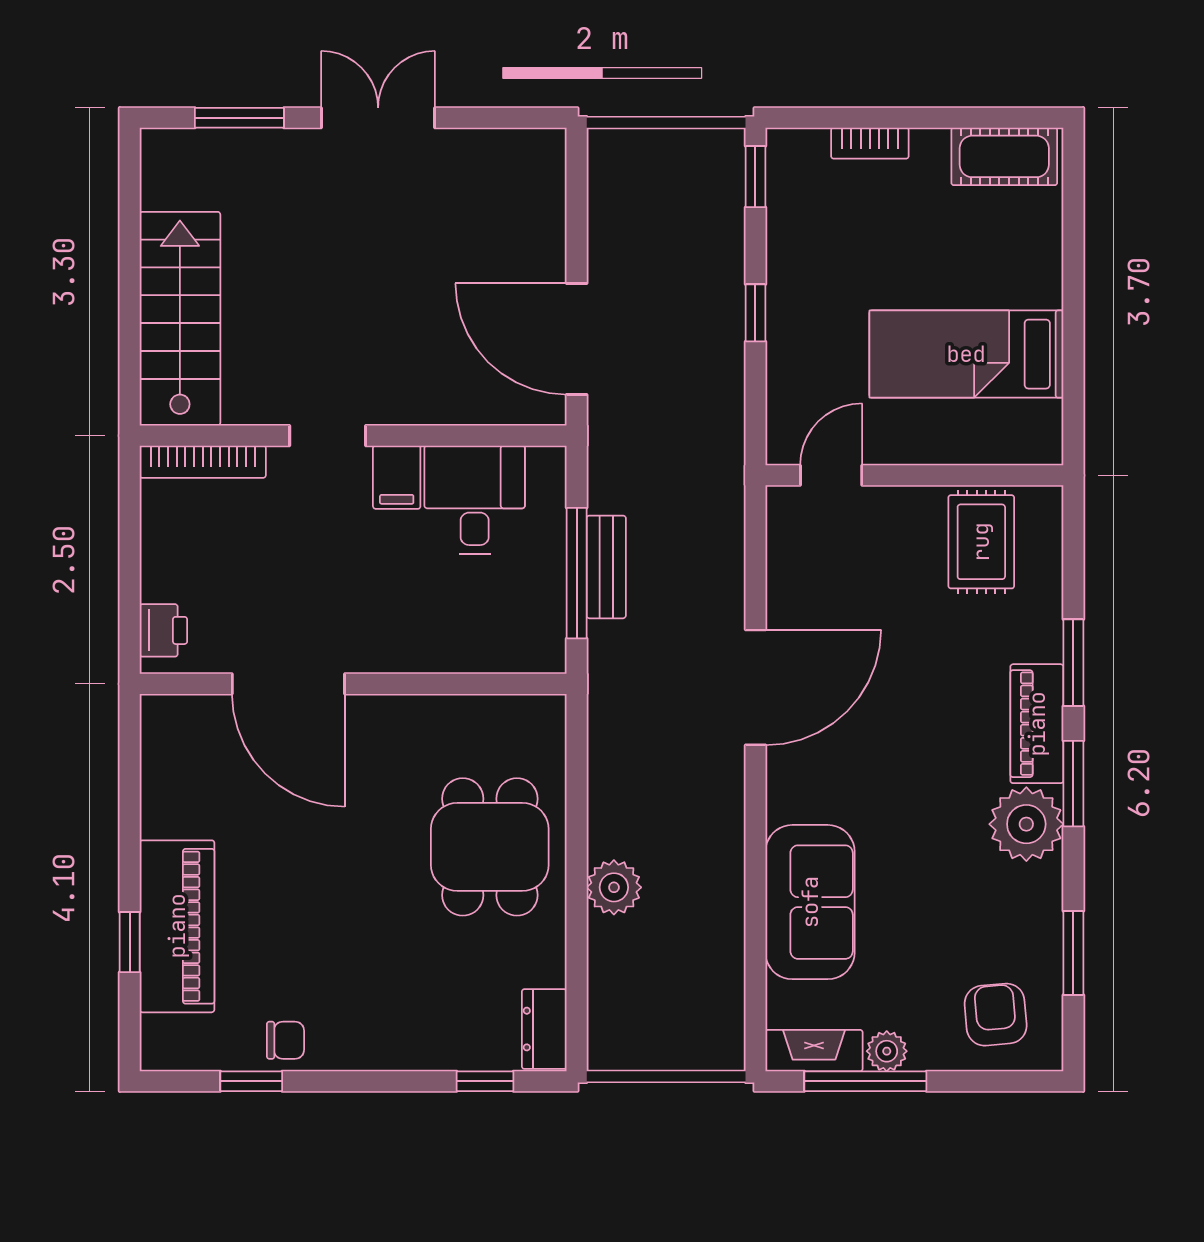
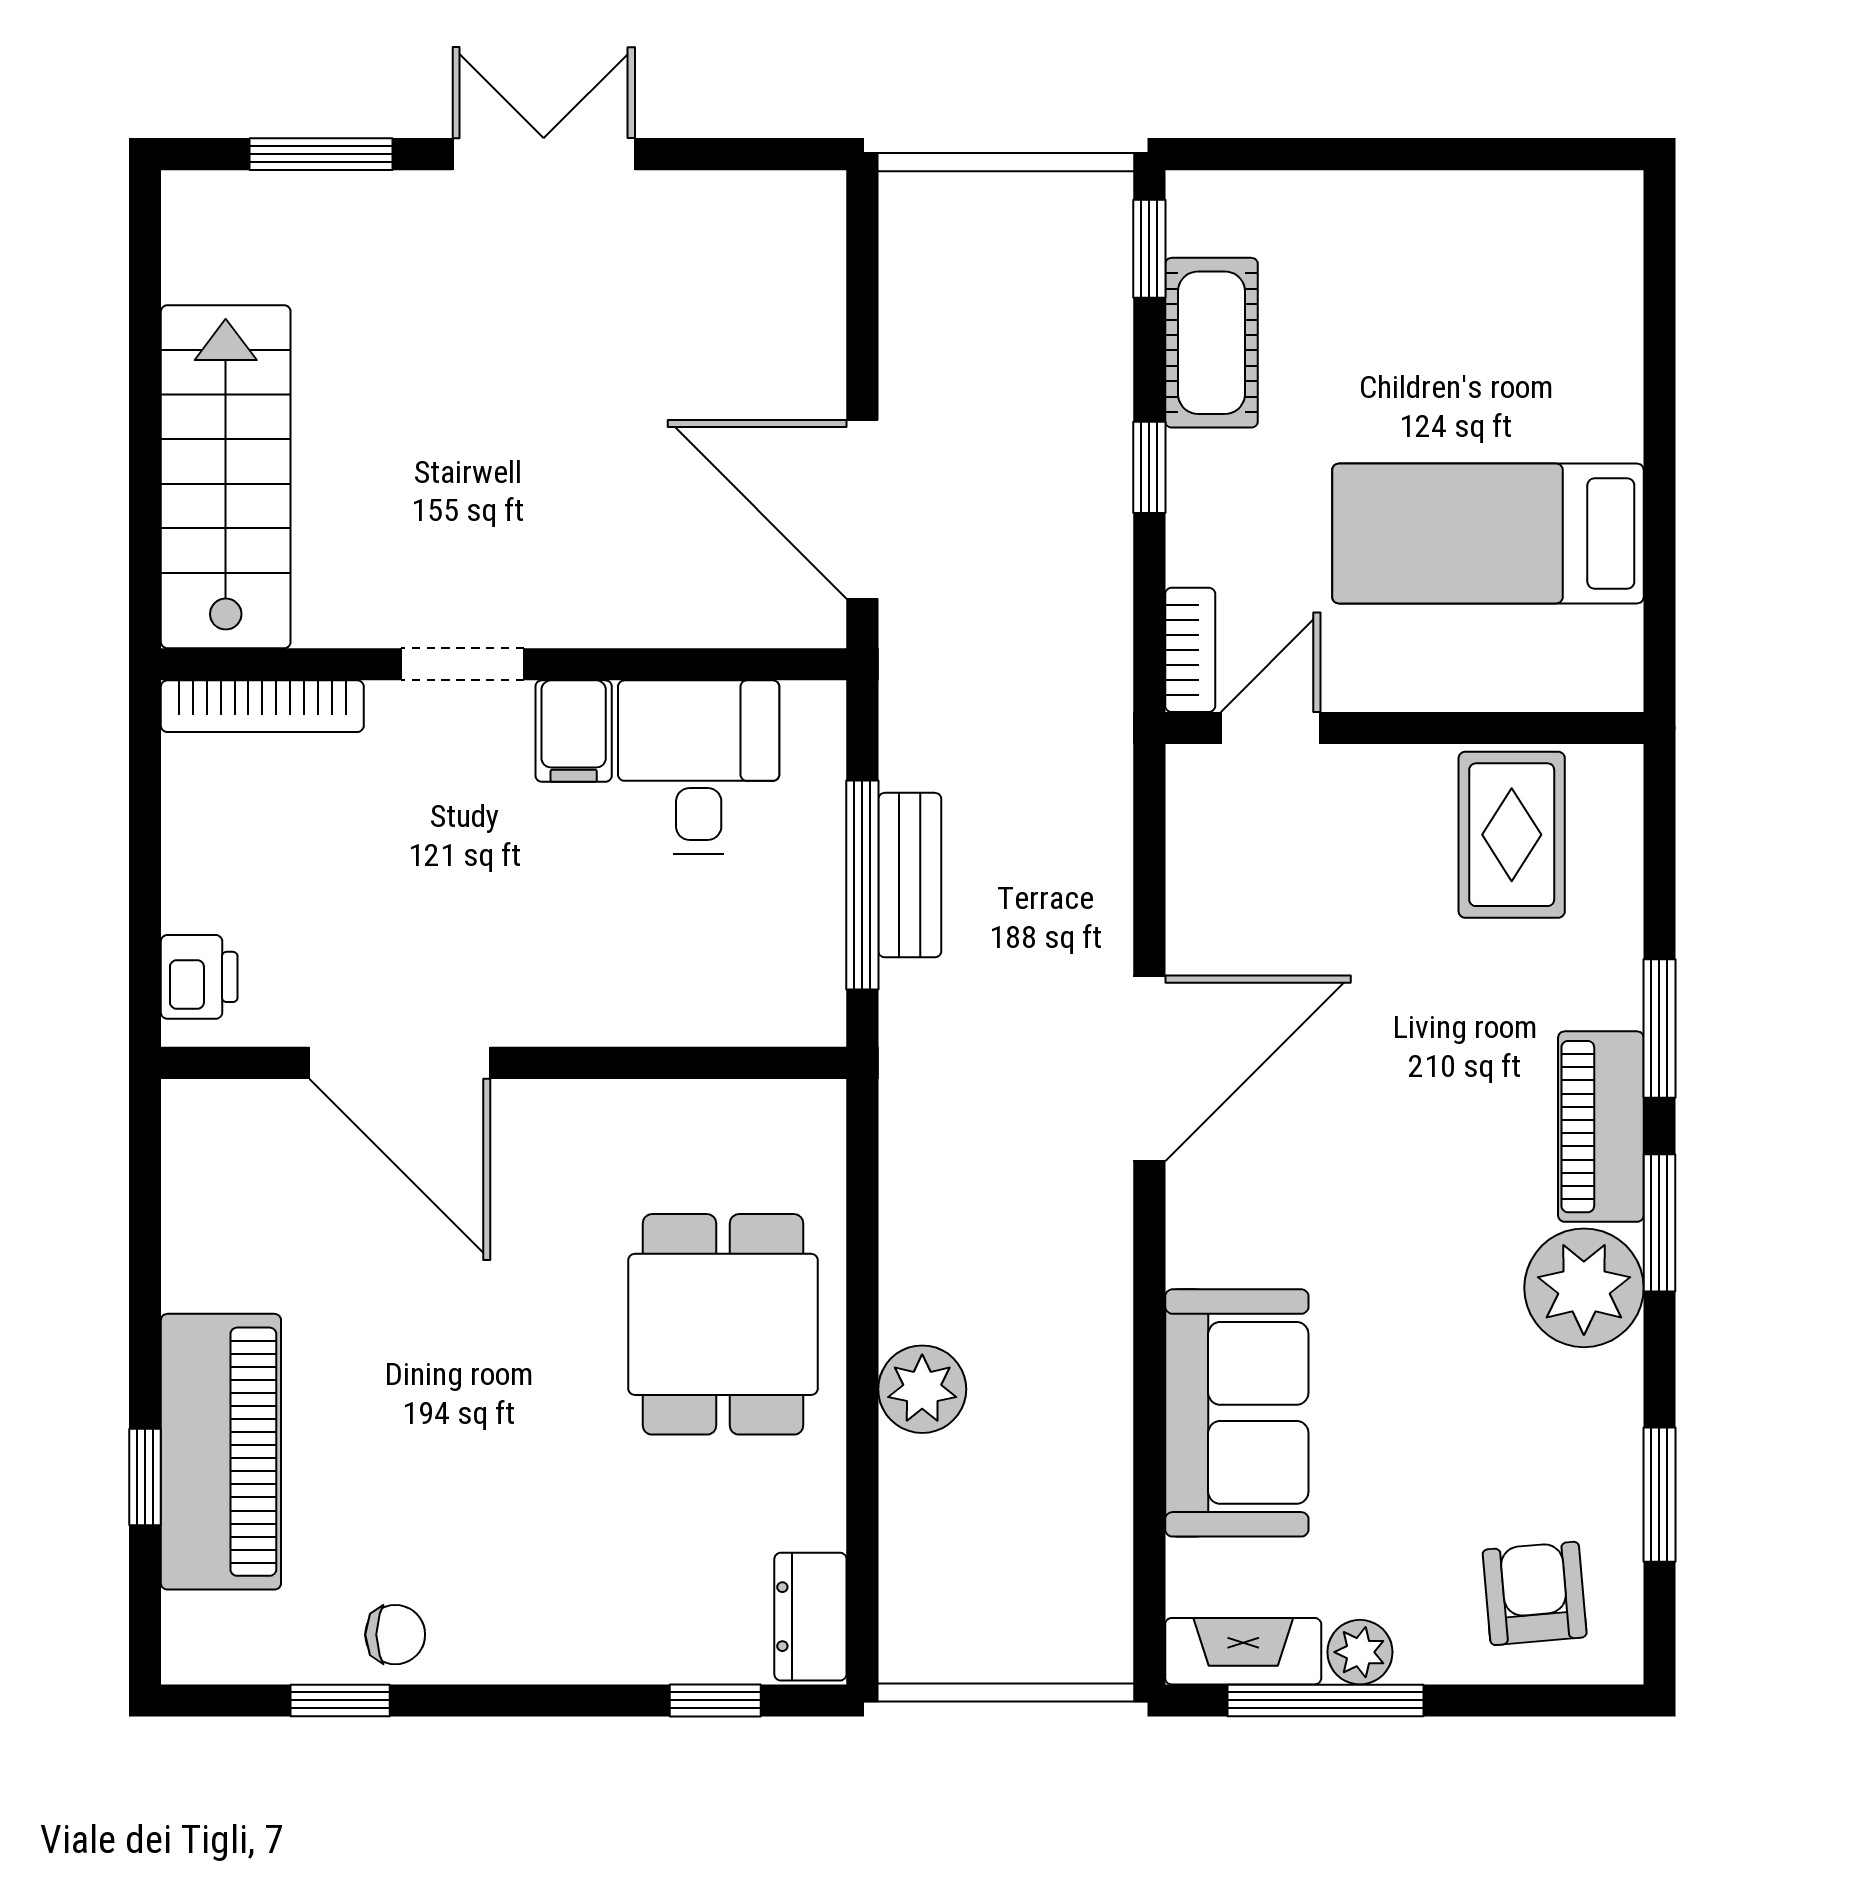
bookcase: (870, 143) -> (1190, 650), moved, turned -90
cot: (1004, 156) -> (1212, 343), moved, turned 90

